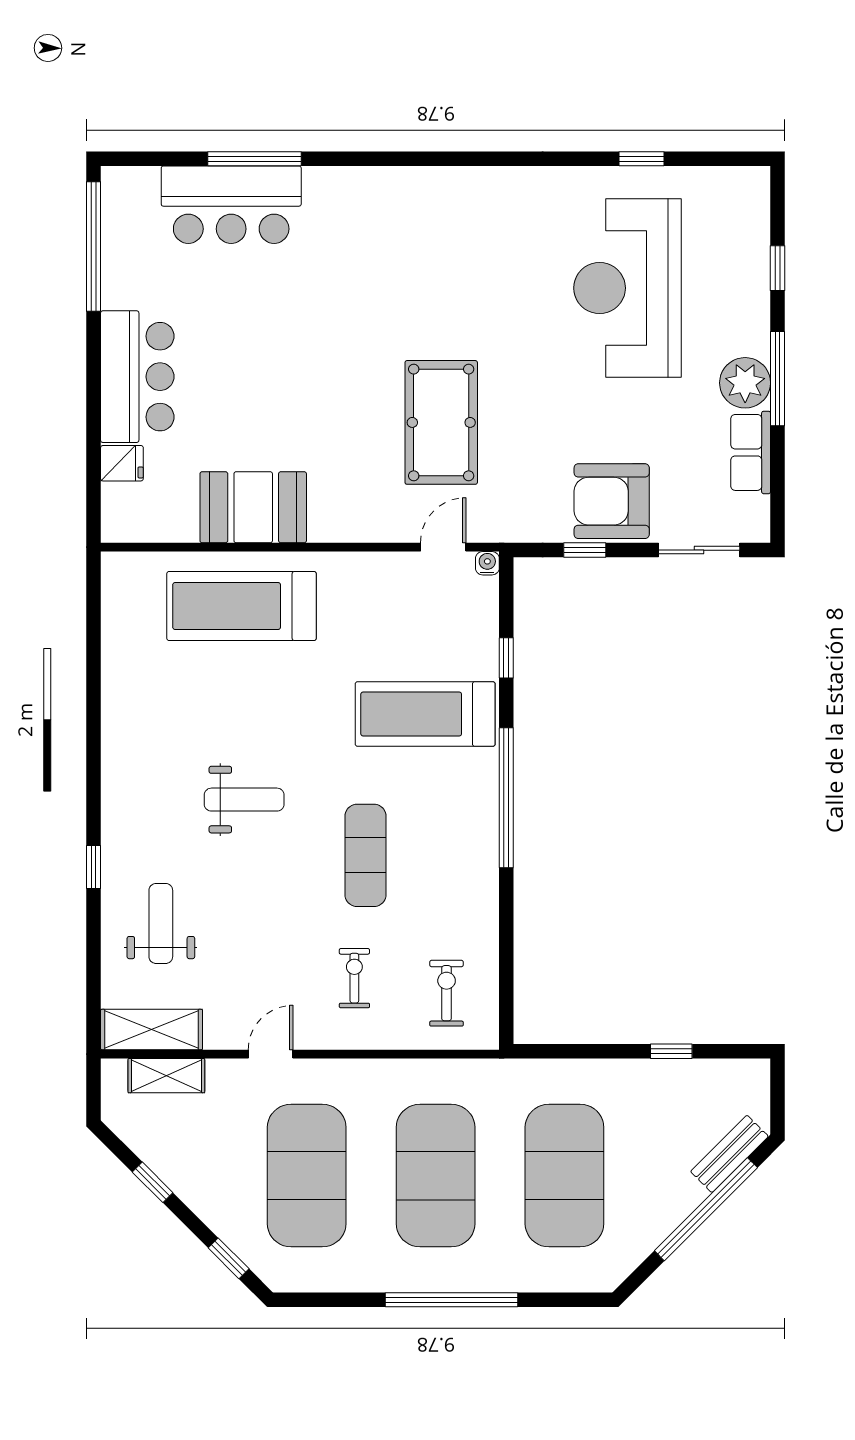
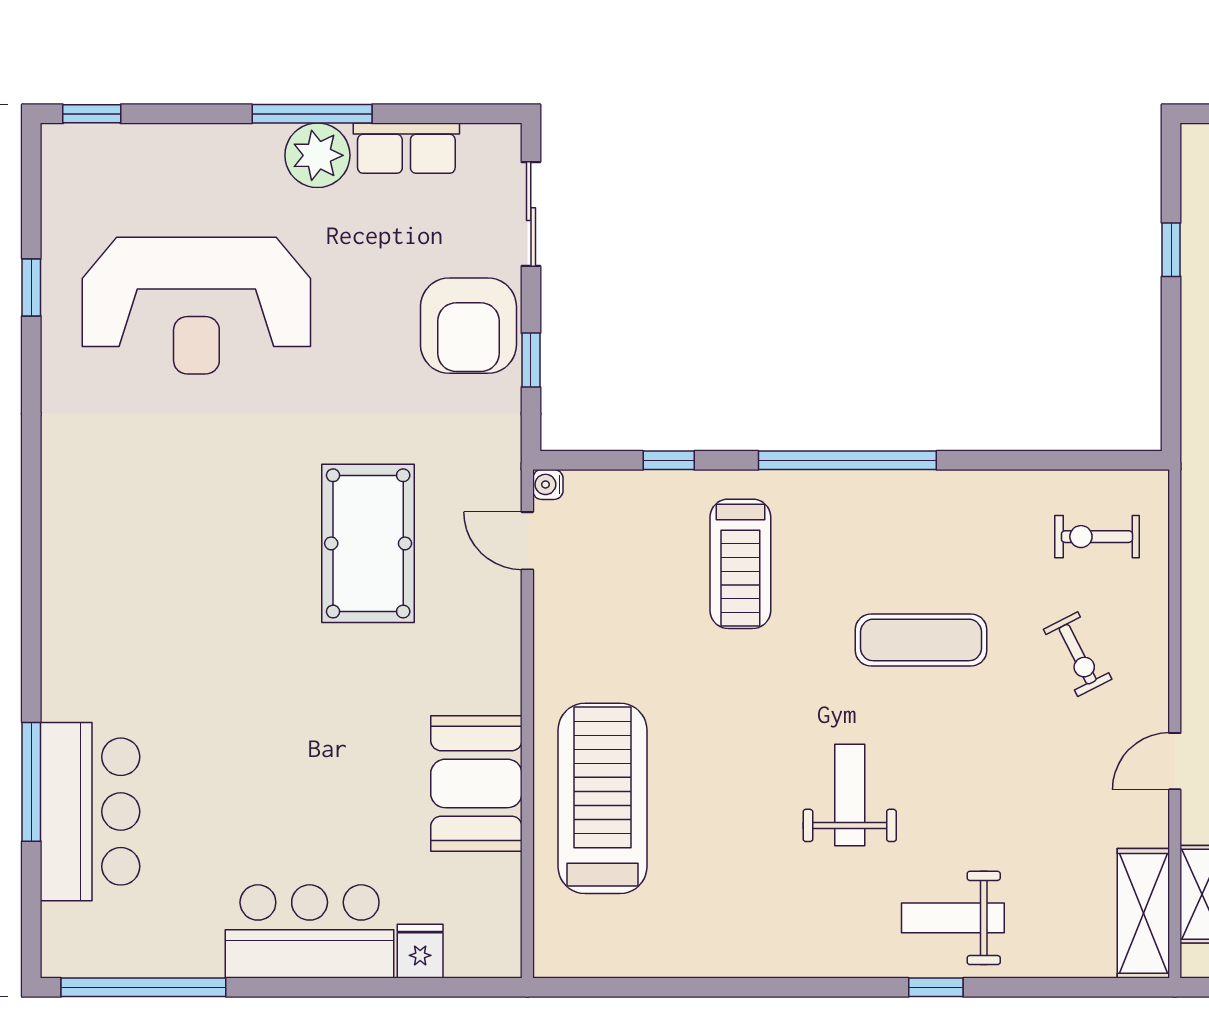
window: (778, 268) -> (92, 114), moved
pool table: (441, 422) -> (368, 543), turned 90
treadmill: (242, 606) -> (602, 798), turned 180
treadmill: (425, 714) -> (740, 564), width x0.73, depth x0.73
weight bench: (161, 923) -> (953, 918), moved
exercise bike: (354, 978) -> (1078, 654), turned -117
door: (271, 1054) -> (1175, 761), hinge flipped

